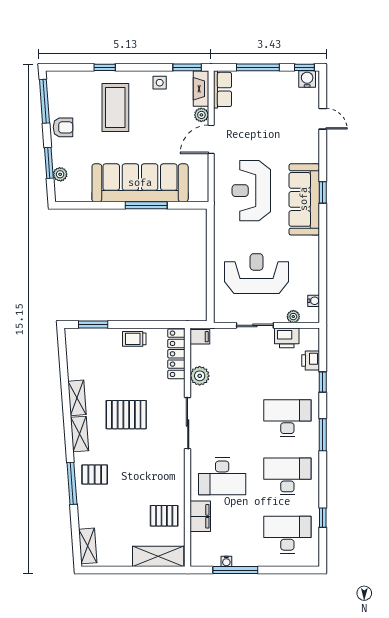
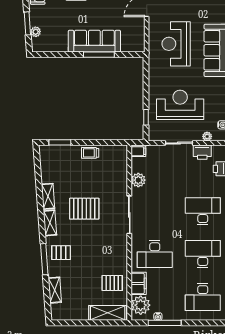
sofa: (140, 183) -> (94, 41), width x0.74, depth x0.79
window: (210, 291) -> (146, 117), added
locker: (176, 354) -> (121, 164), removed
desk: (287, 535) -> (203, 297), turned 180
shelving: (88, 546) -> (55, 290), moved
plant: (203, 546) -> (141, 305), added

